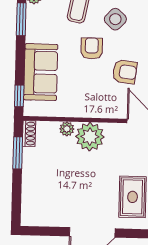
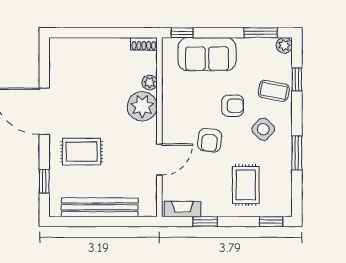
window: (18, 153) -> (124, 33), removed

